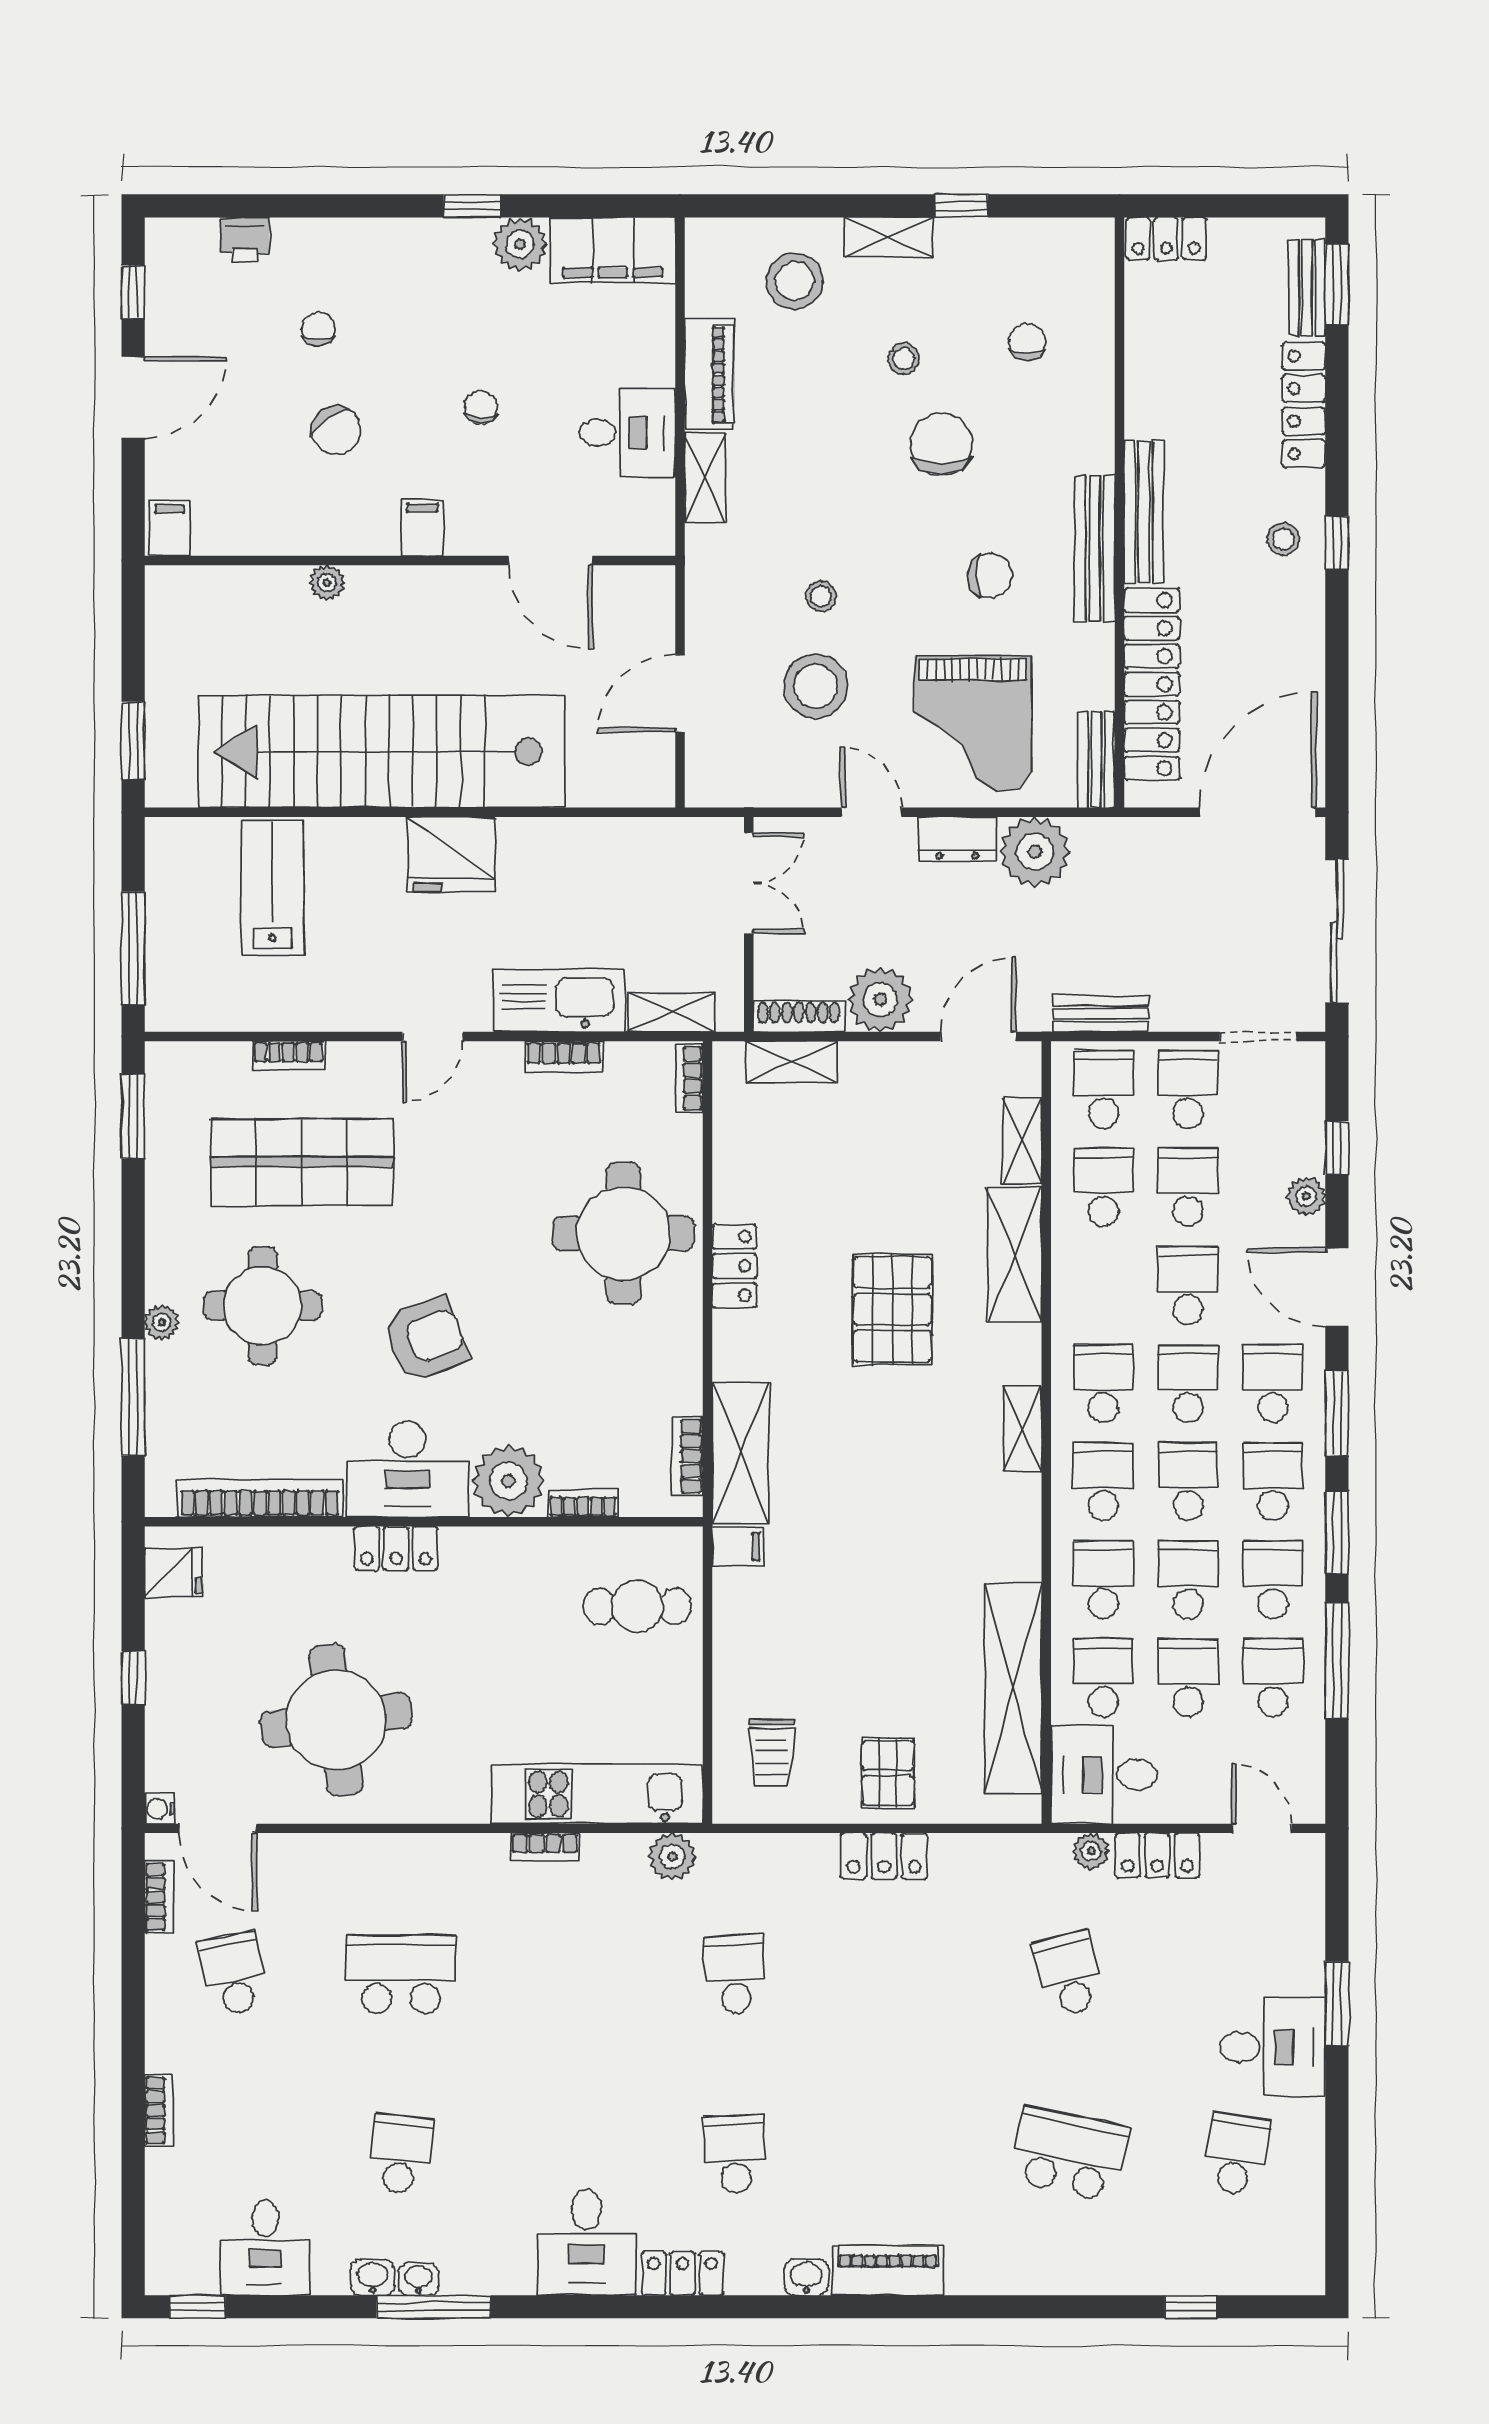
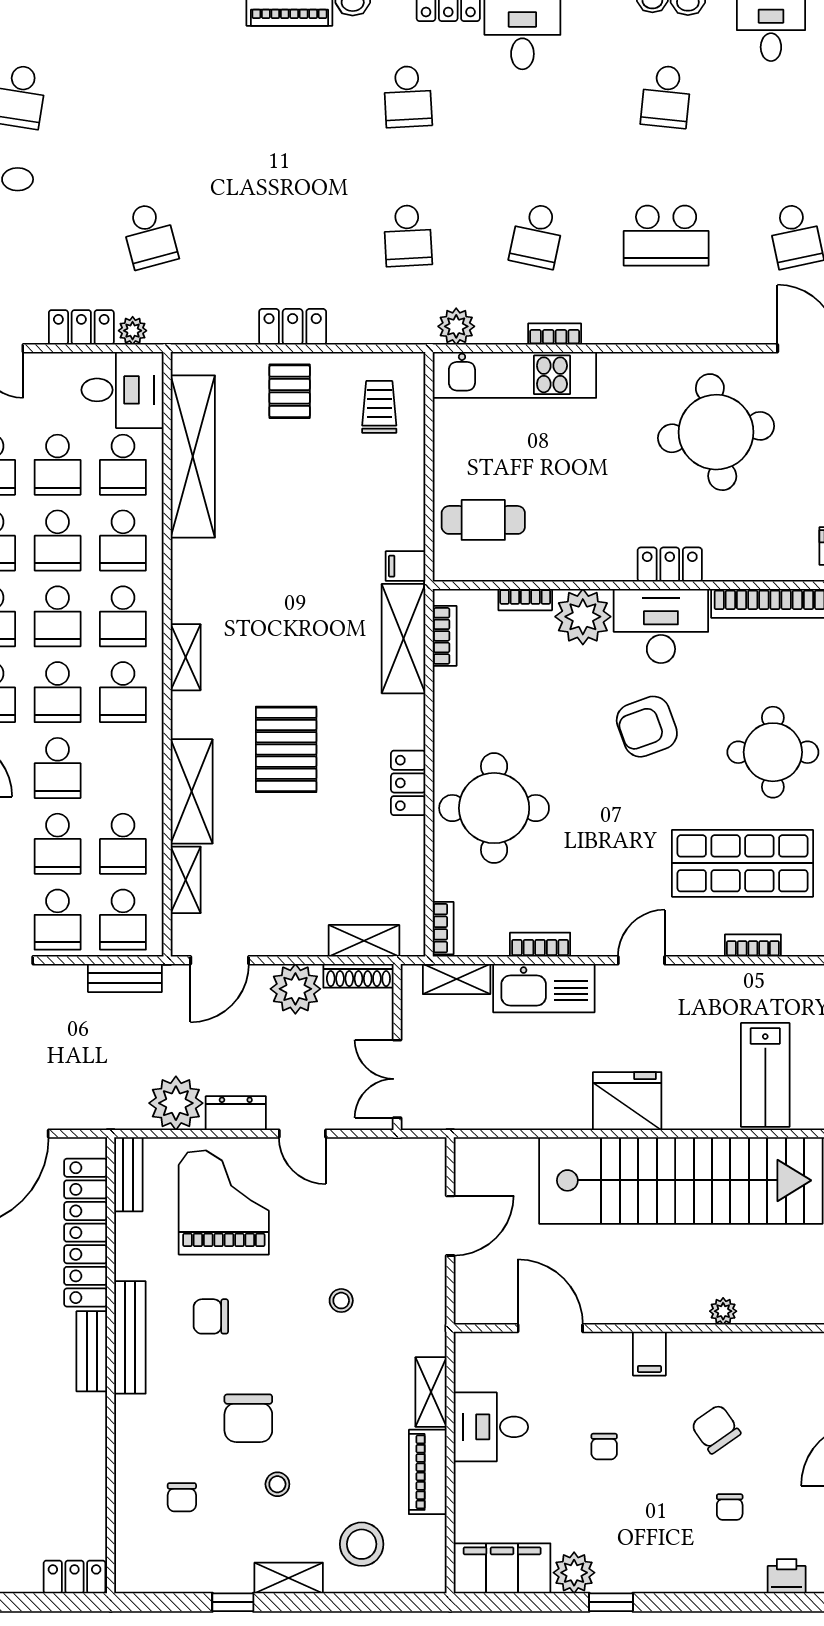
bench: (1144, 512) -> (92, 1351), width x0.73
stool: (816, 686) -> (345, 1231), removed
school desk: (1069, 2154) -> (537, 236), moved, width x0.54

